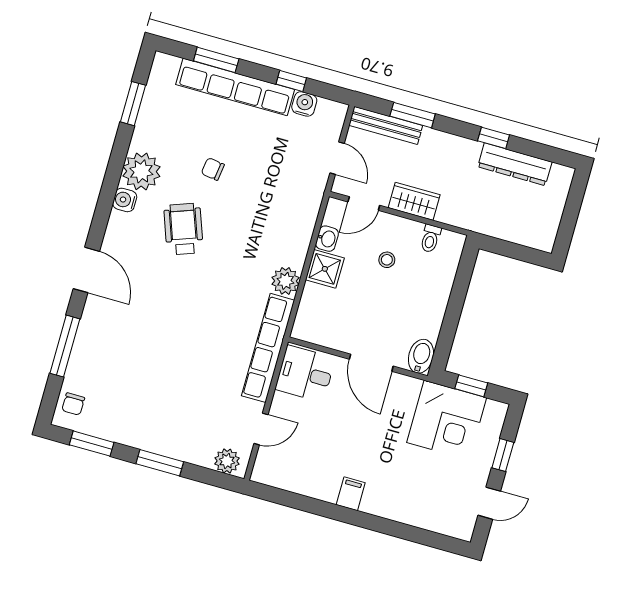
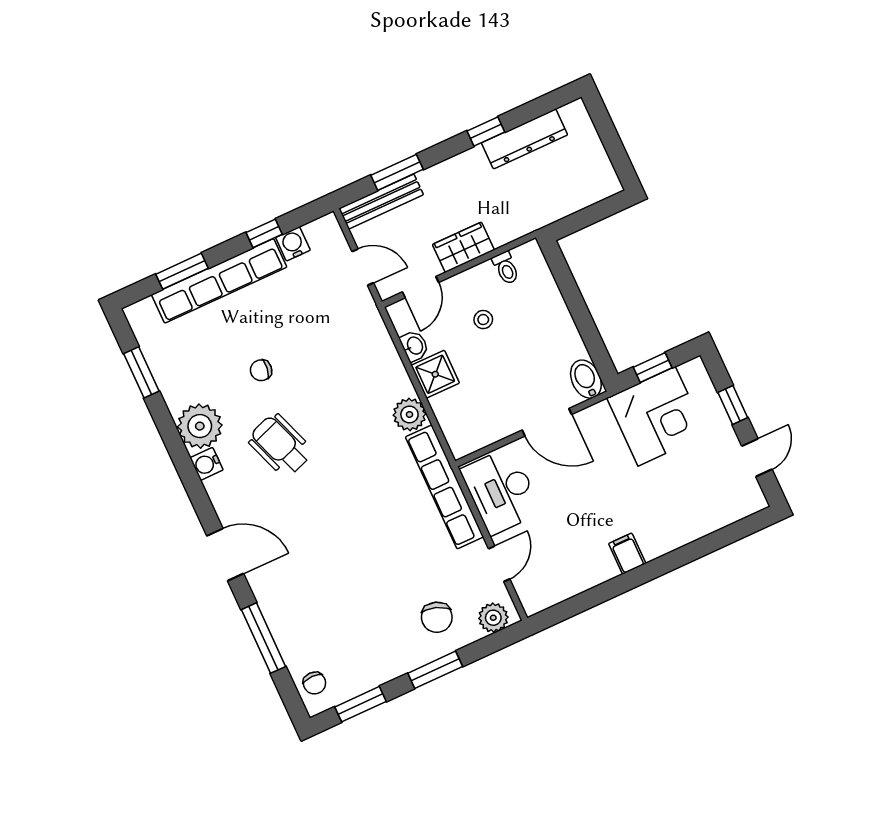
desk: (305, 374) -> (501, 491), width x1.37
chair: (190, 429) -> (437, 617), added

